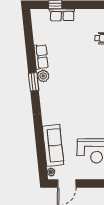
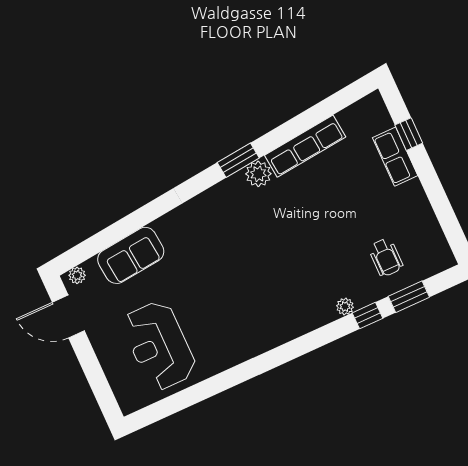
row of seats: (41, 57) -> (305, 146), width x1.48
sofa: (53, 145) -> (131, 255), width x0.73

